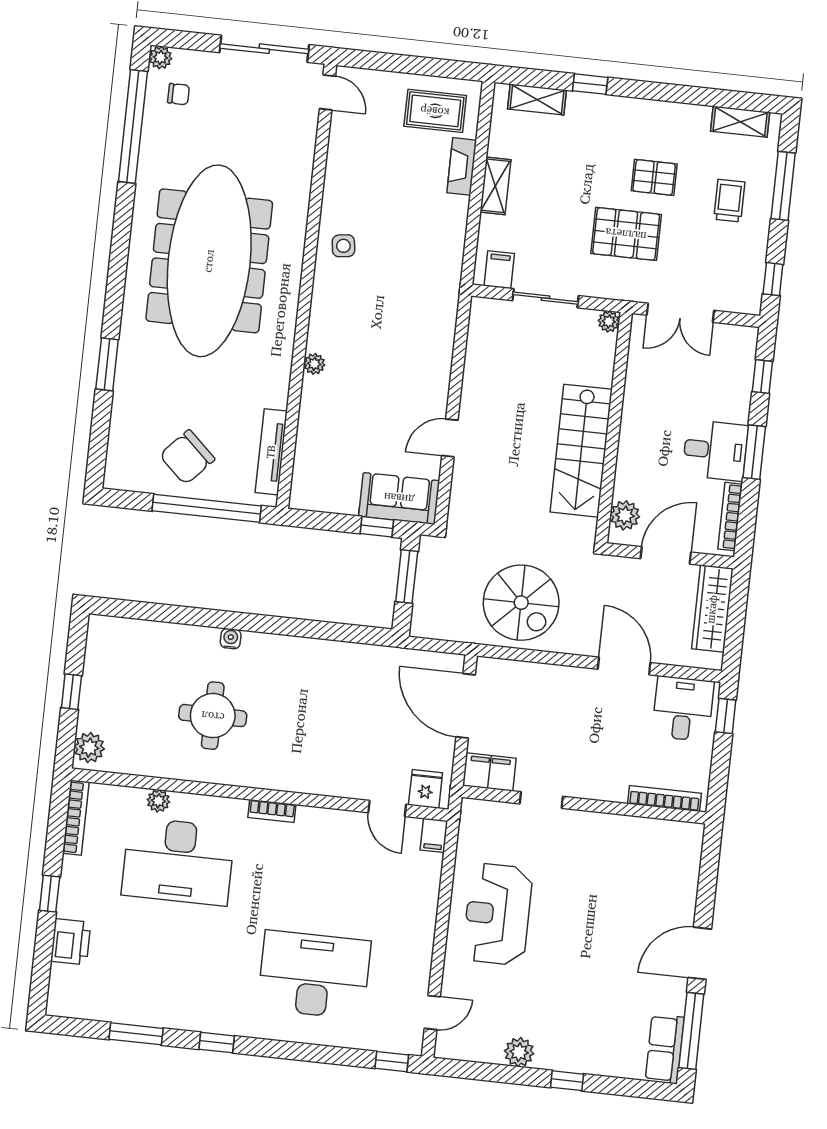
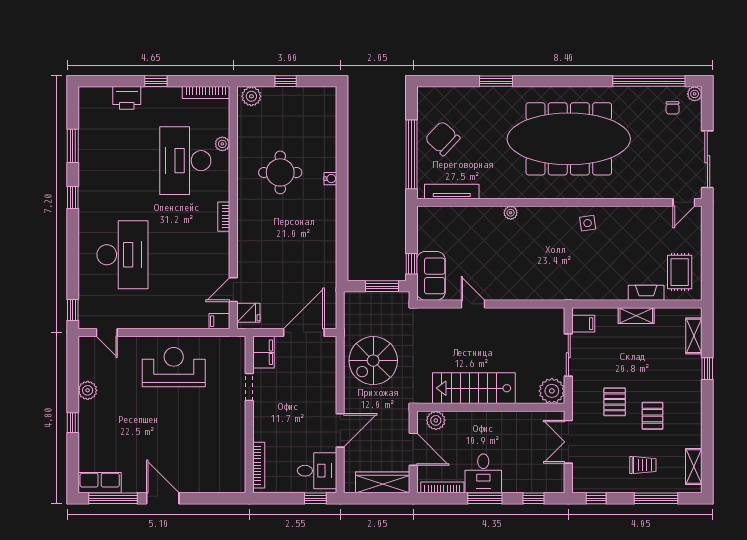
pallet: (626, 234) -> (615, 402), width x0.67, depth x0.71
plant: (609, 321) -> (552, 391), width x1.87, depth x1.87

